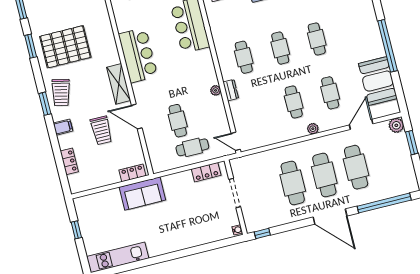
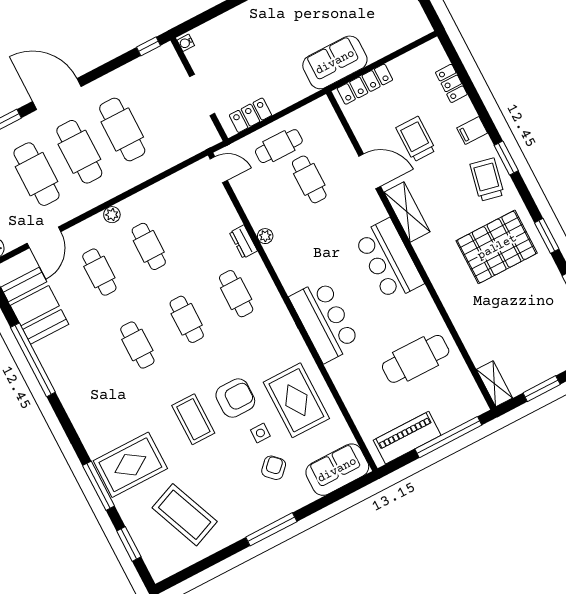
locker: (132, 173) -> (365, 84), width x1.53

